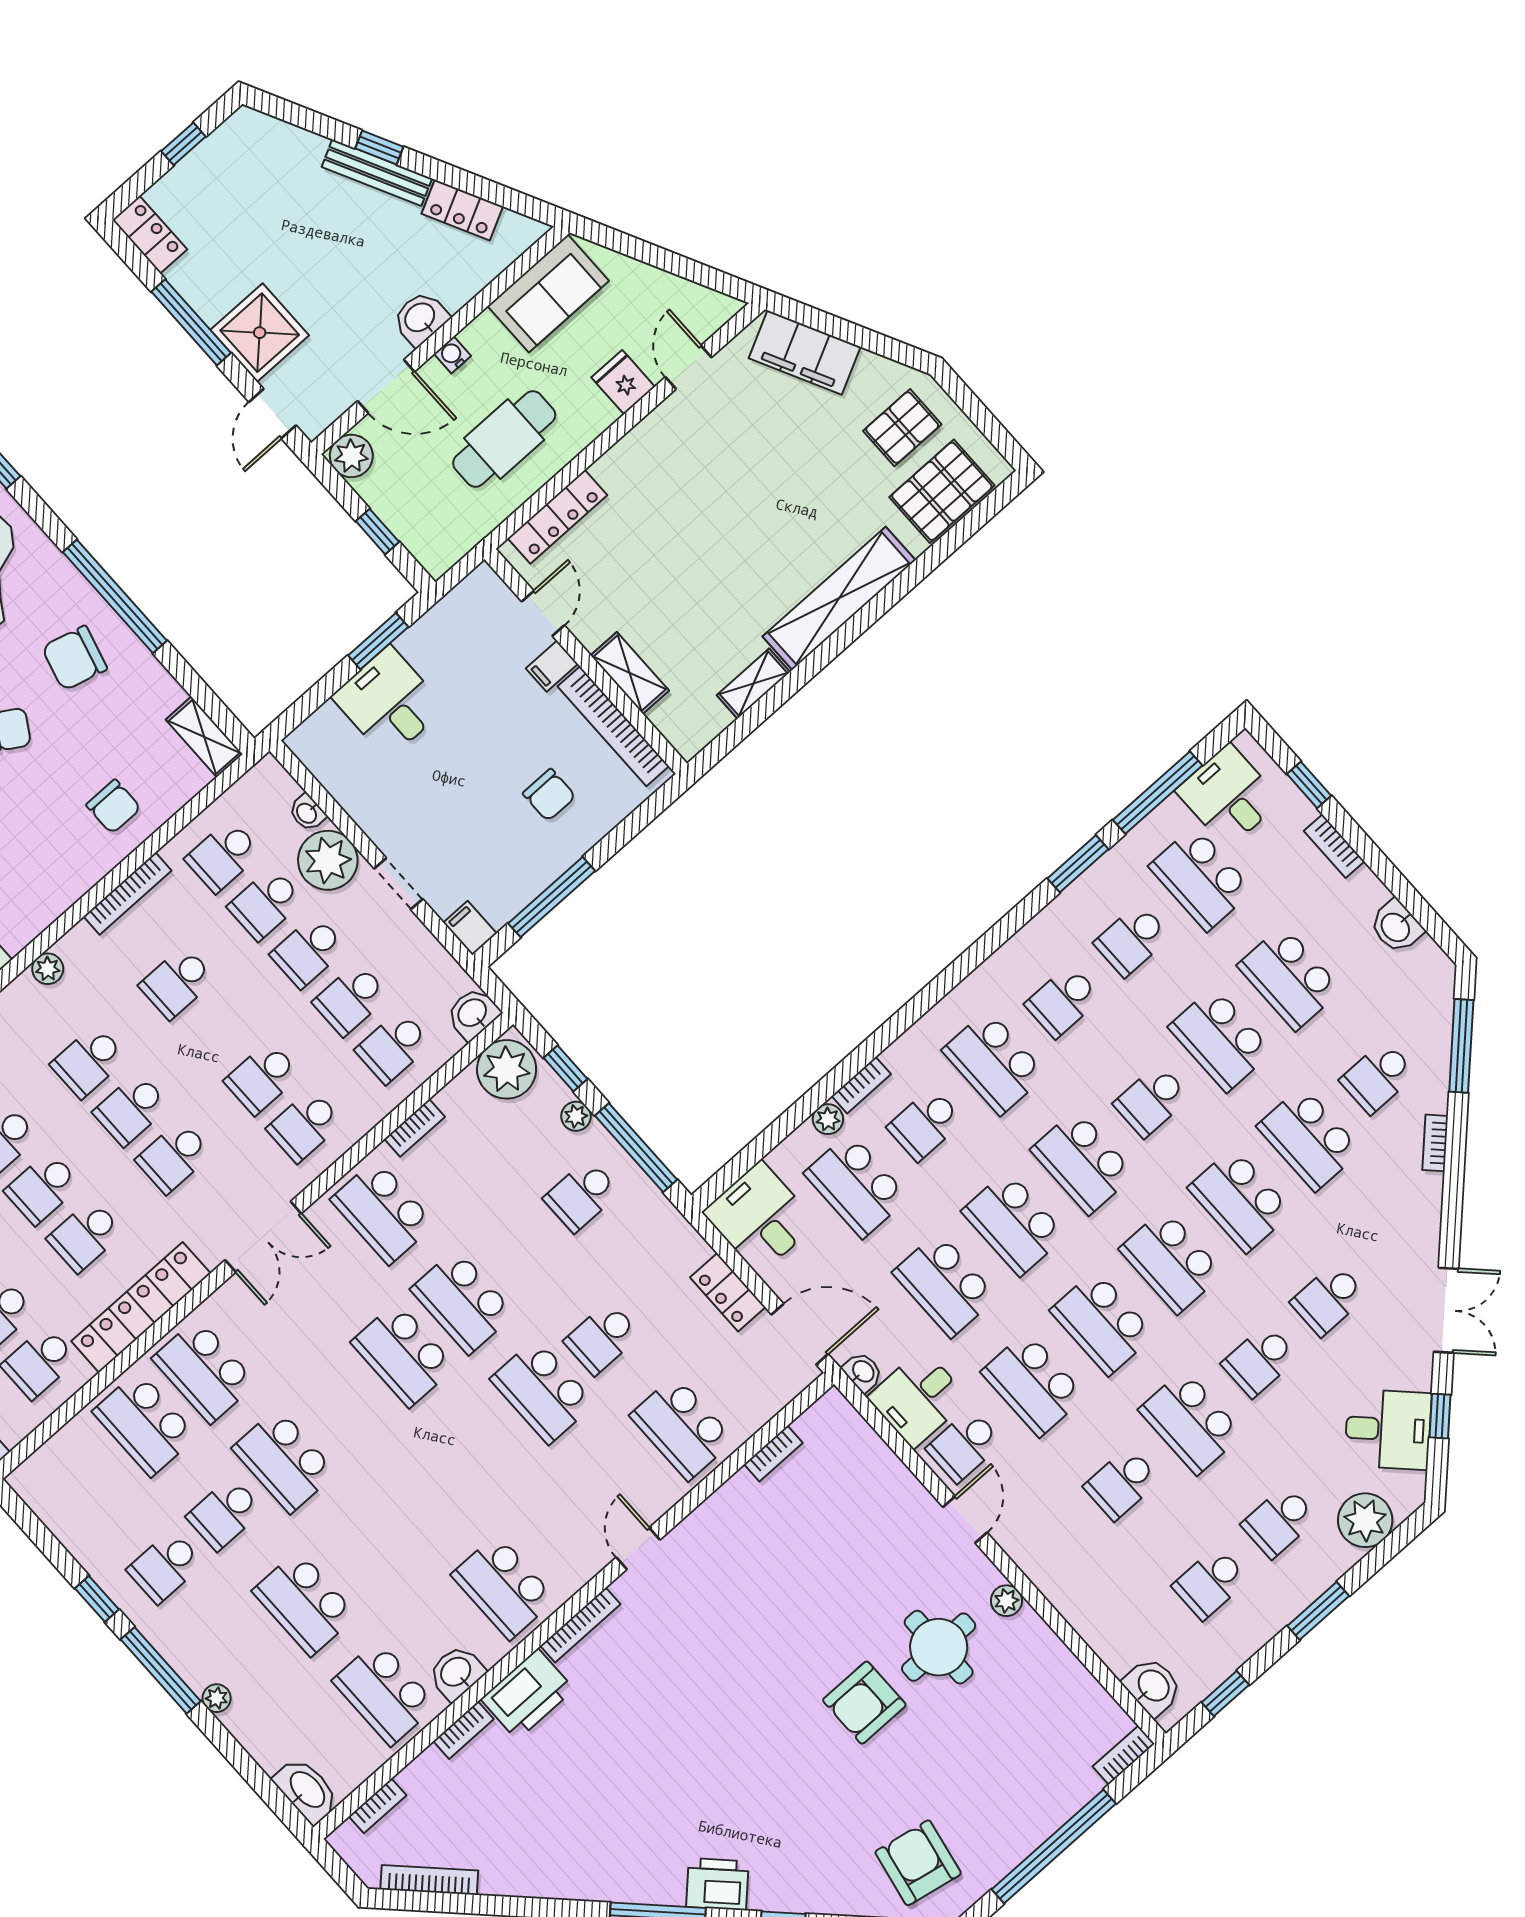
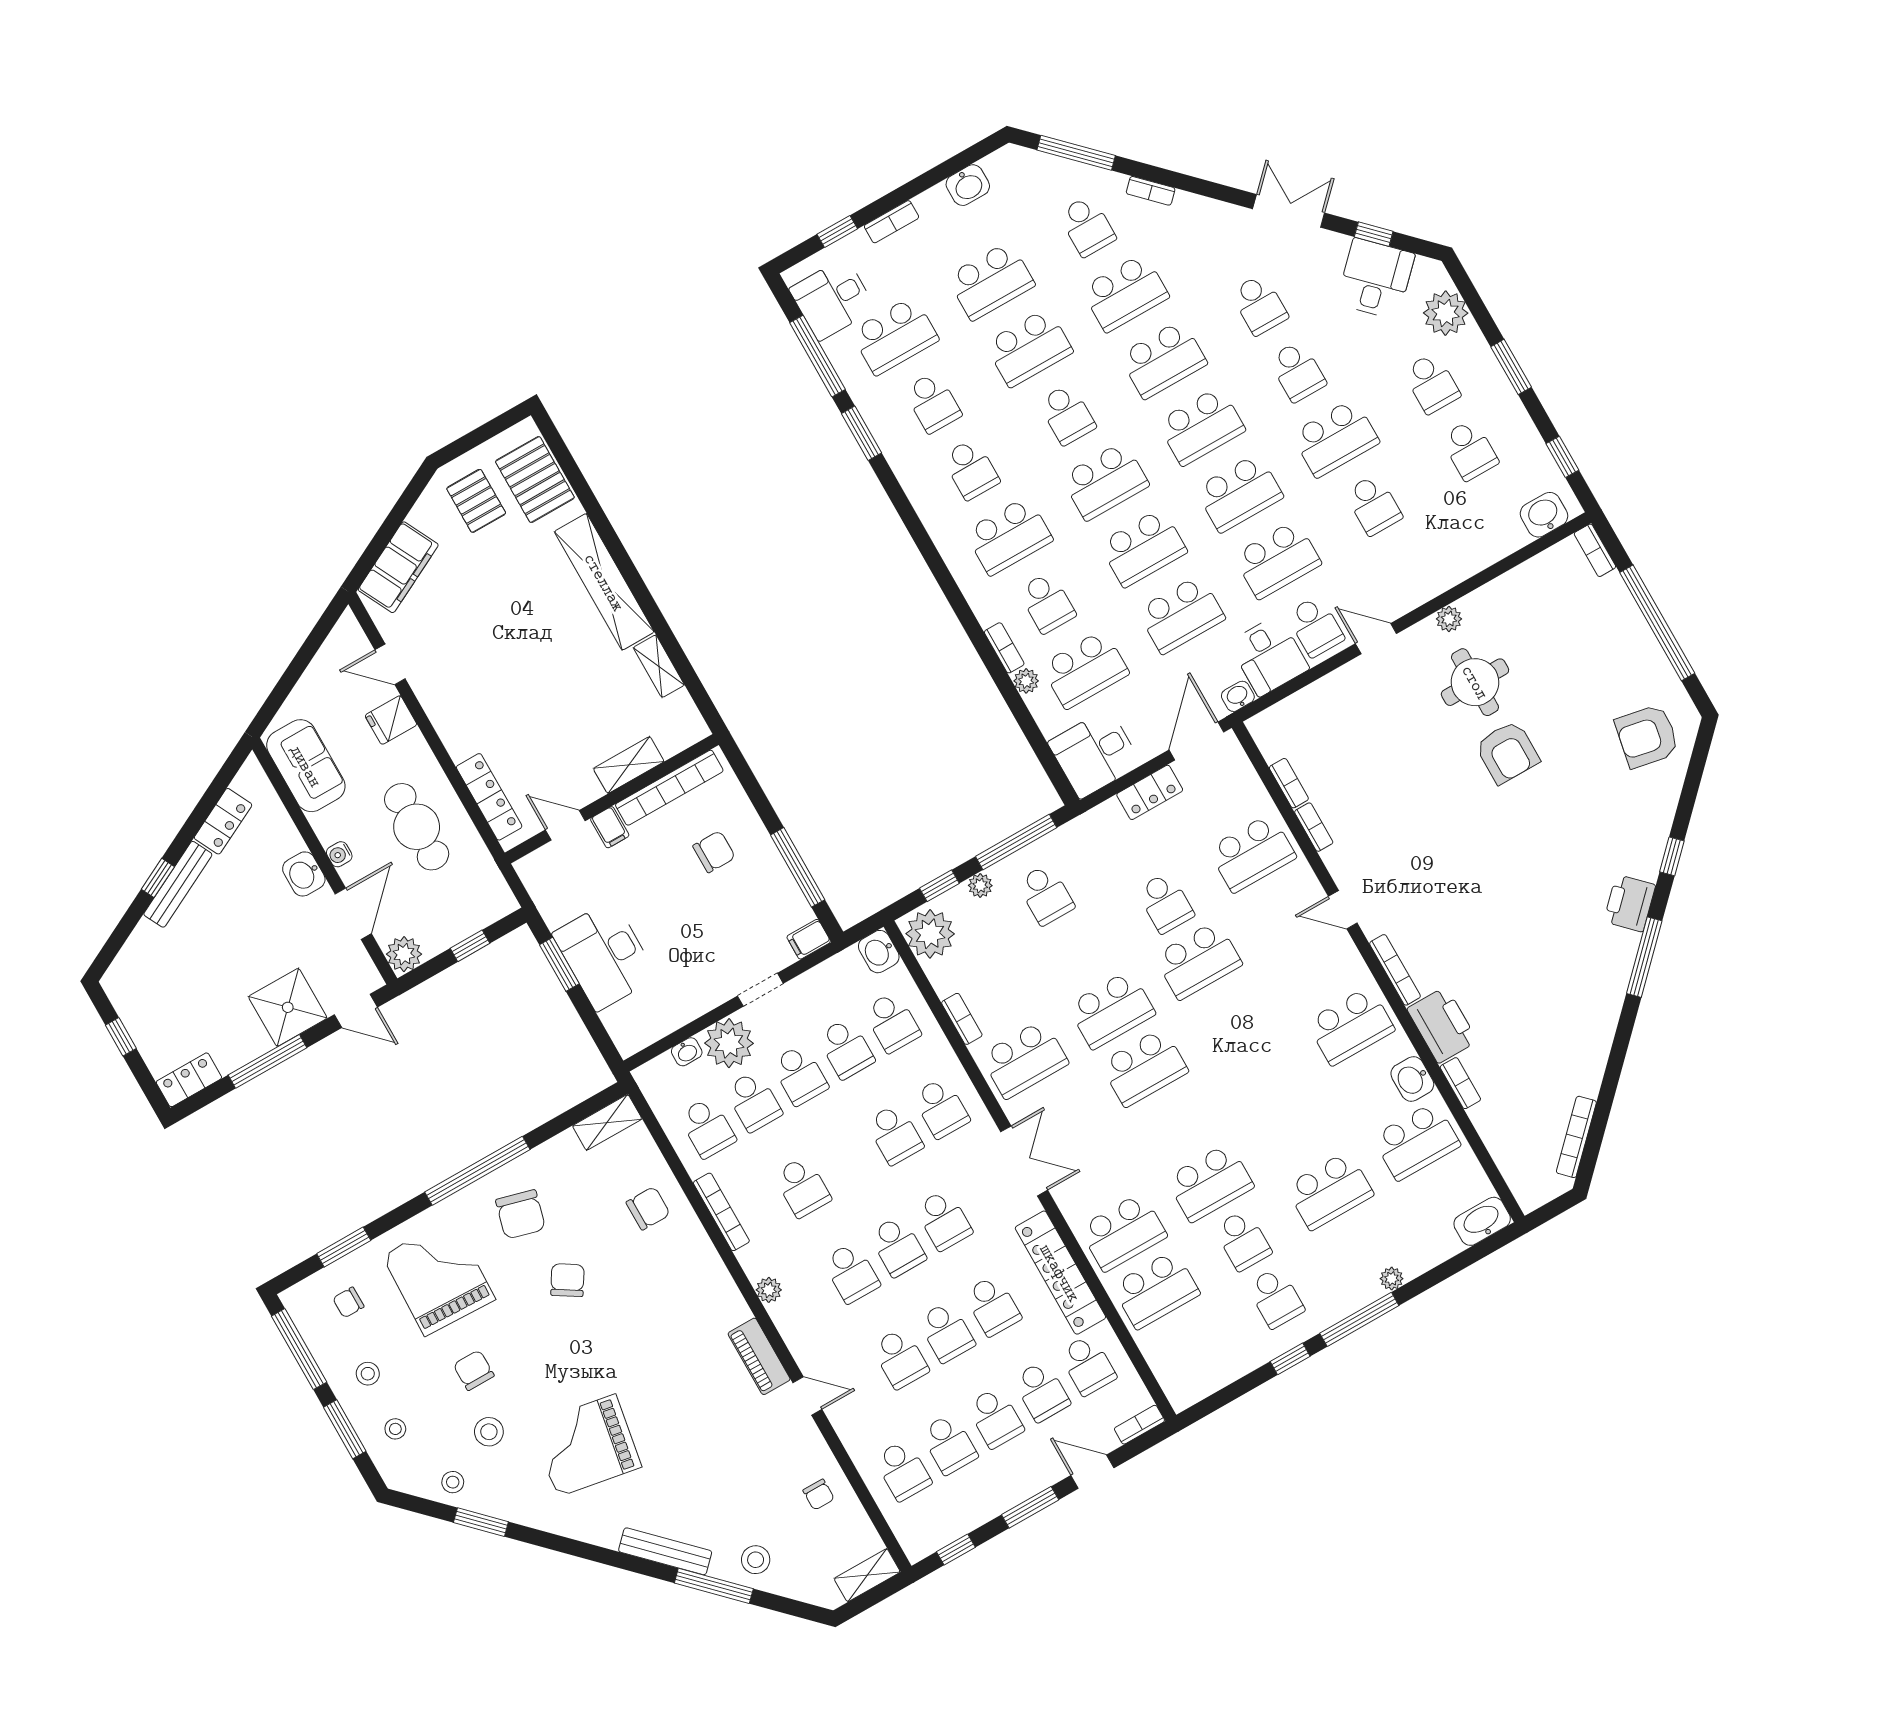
desk: (389, 702) -> (605, 955), width x1.37
bookcase: (378, 1806) -> (1314, 827), moved

